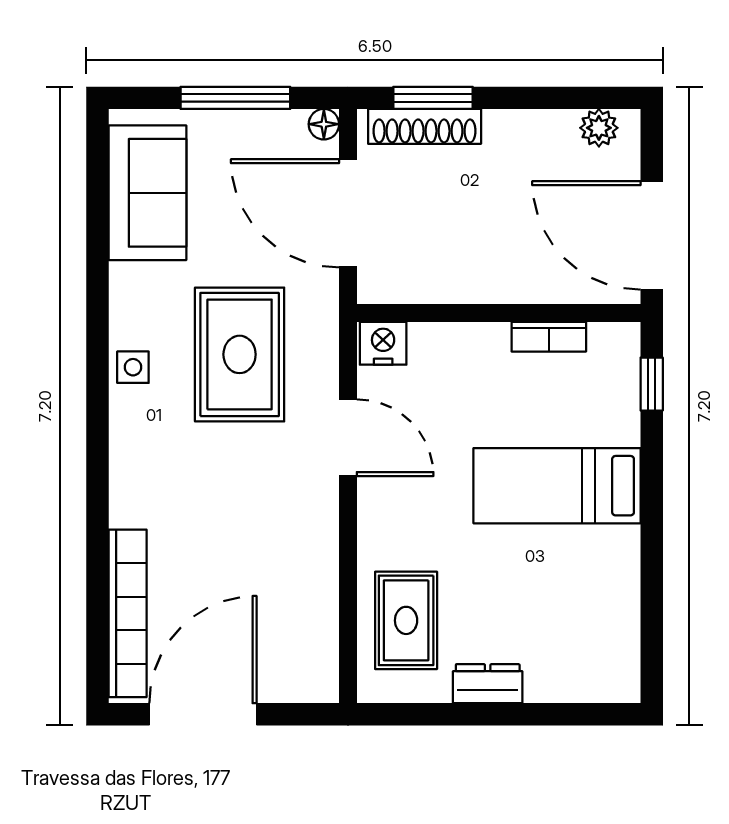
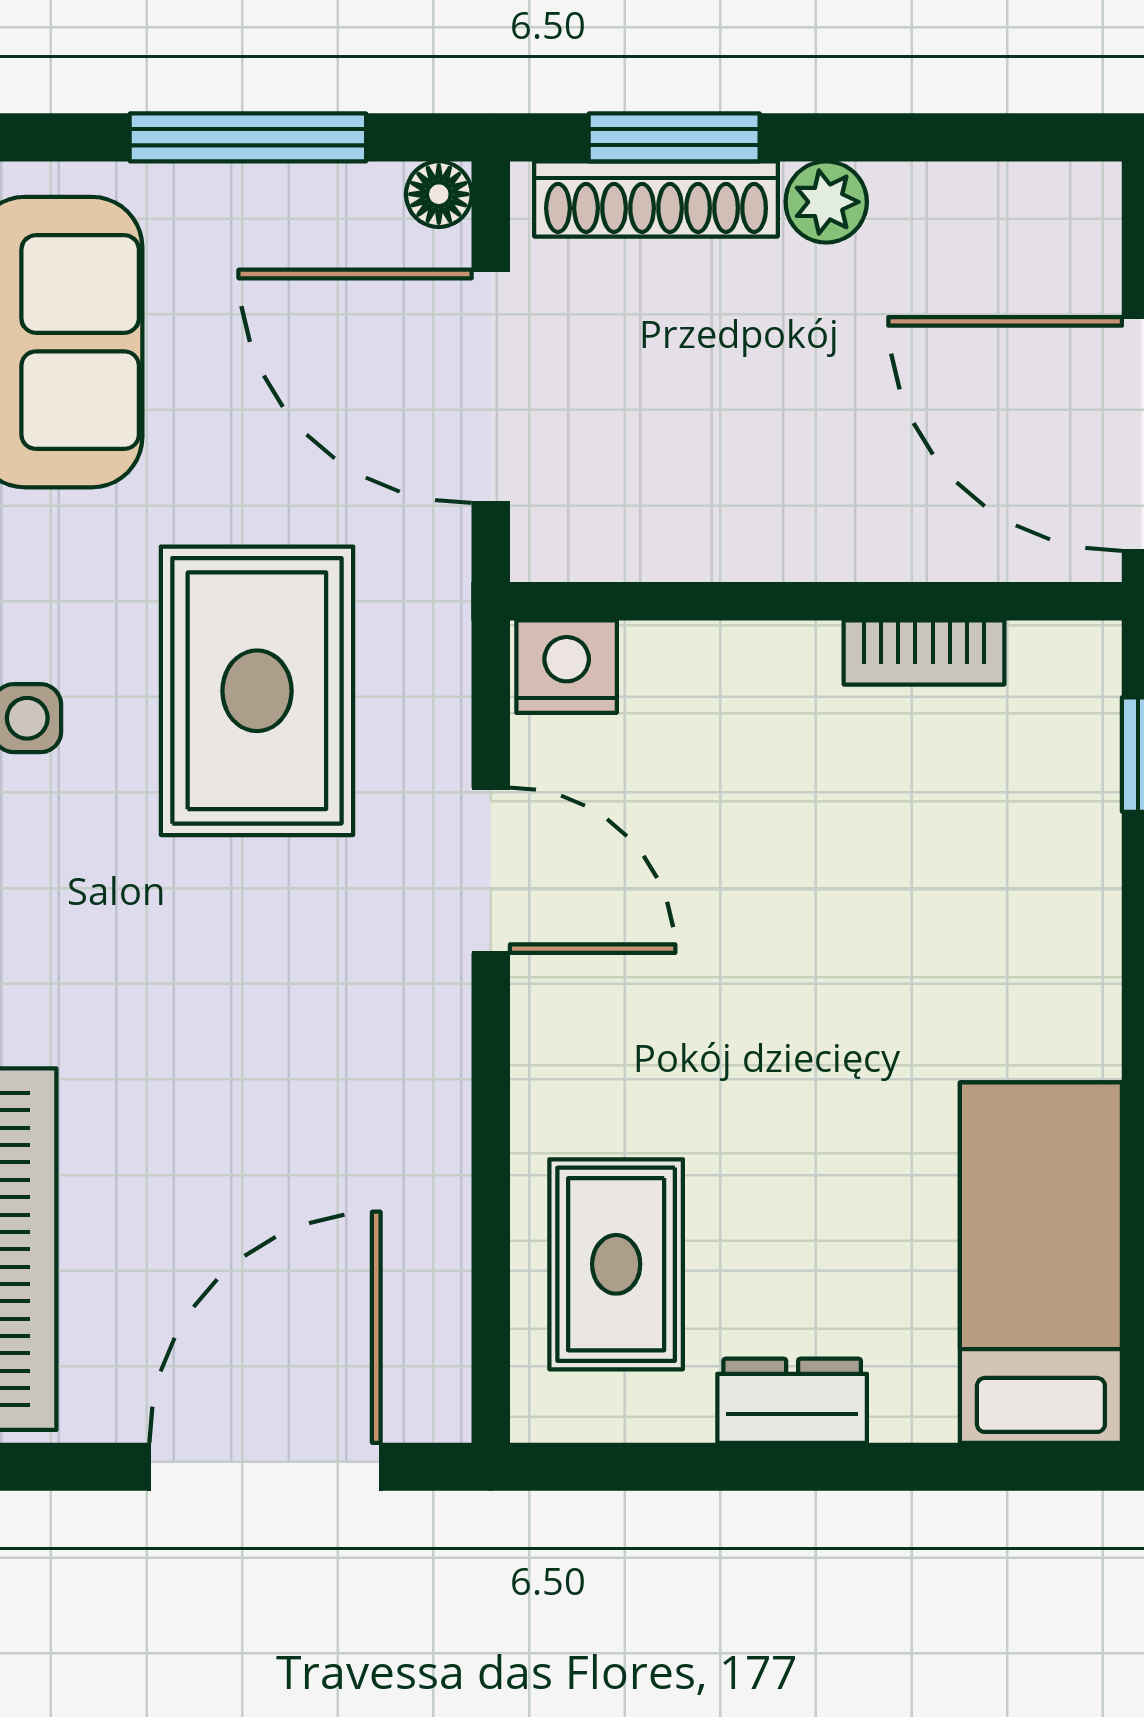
plant: (599, 128) -> (826, 202), moved
bed: (557, 486) -> (1041, 1263), moved, turned 90
door: (203, 714) -> (265, 1467), moved

